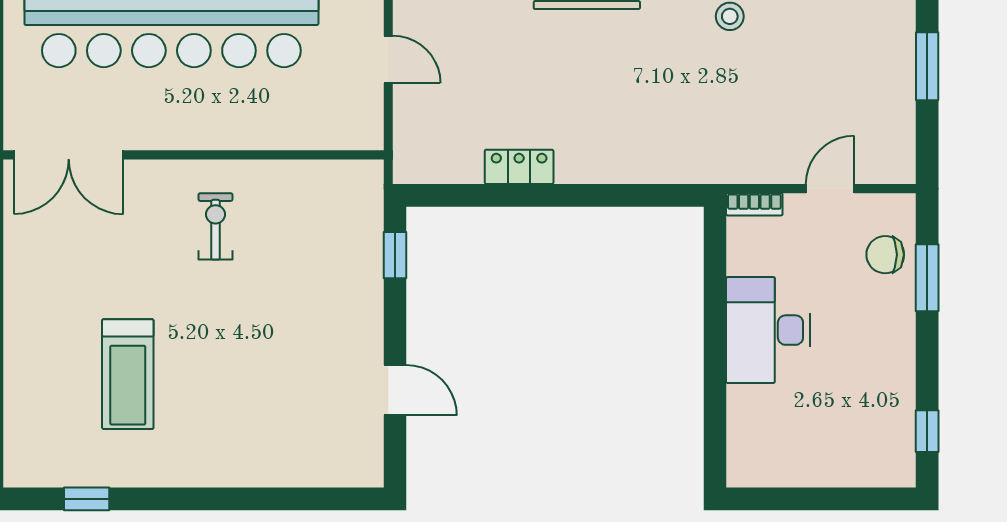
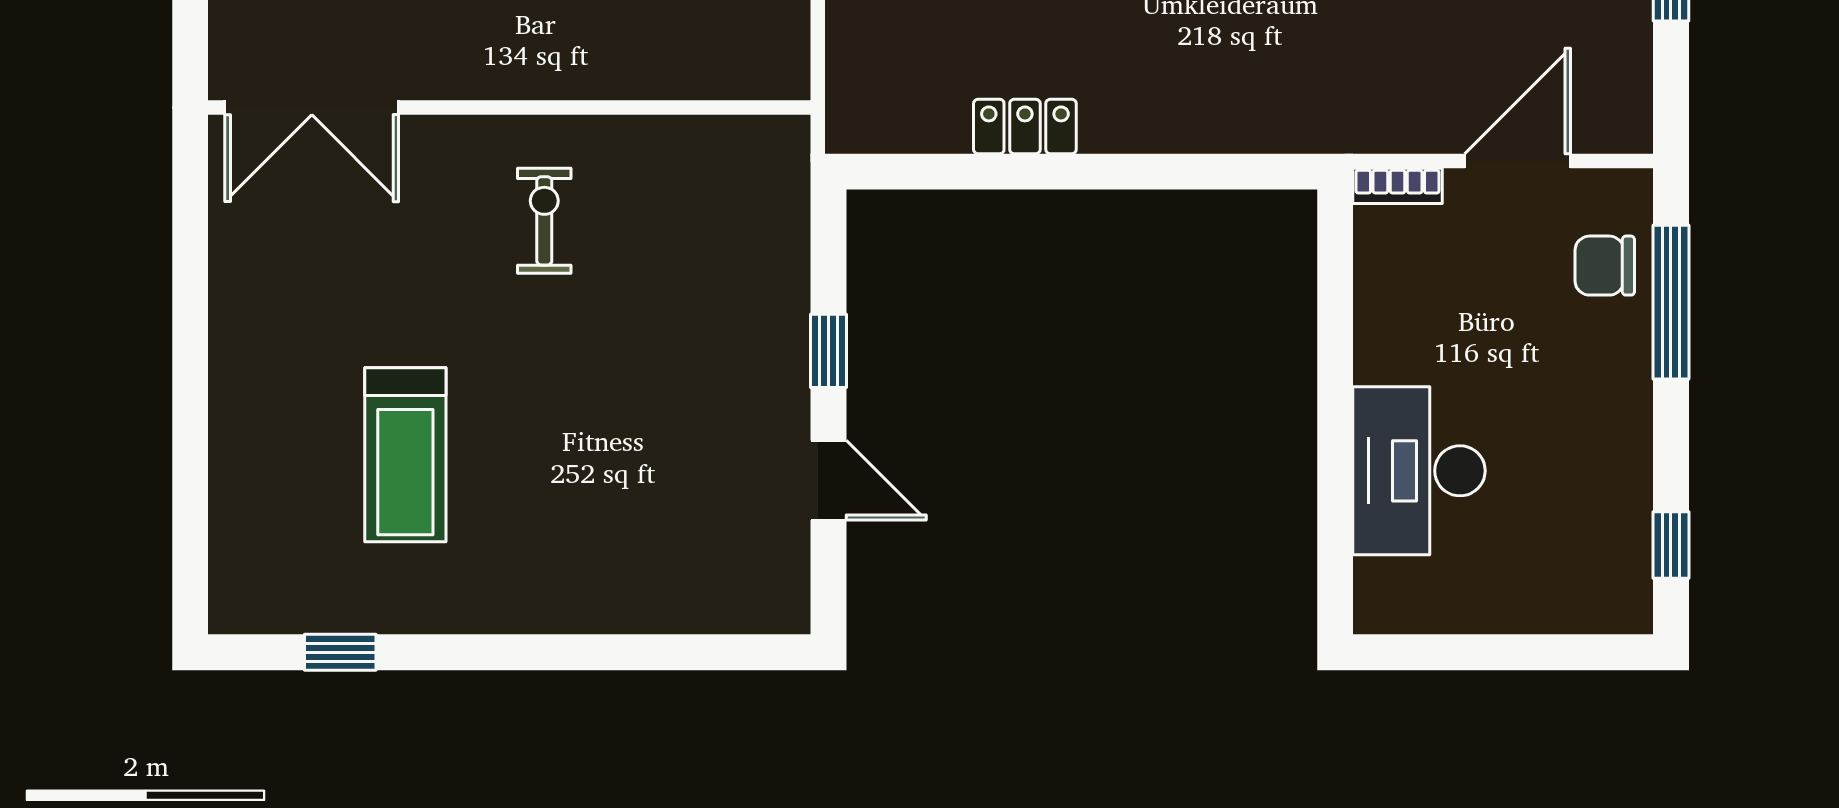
door: (830, 189) -> (1518, 161), width x1.38
window: (395, 255) -> (828, 351), moved
window: (927, 278) -> (1671, 302), width x1.44
desk: (768, 330) -> (1419, 471), moved

